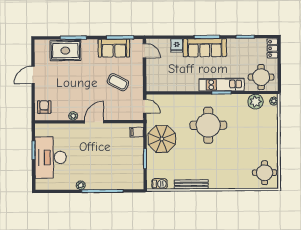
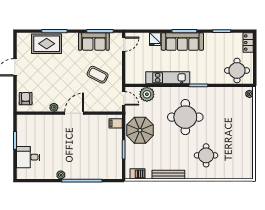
door: (144, 51) -> (124, 44), hinge flipped
kitchen unit: (222, 85) -> (168, 78), moved
plant: (256, 102) -> (147, 94), moved
desk: (51, 157) -> (28, 157), width x0.53, depth x0.77
round table: (265, 173) -> (206, 155), moved

